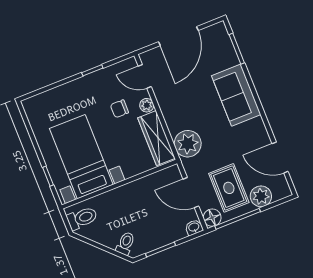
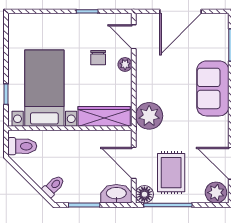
chair: (119, 109) -> (98, 58), turned -90
wardrobe: (156, 138) -> (104, 116), moved, turned 90
plant: (261, 196) -> (216, 193), moved
washbasin: (194, 227) -> (116, 194), width x1.91, depth x1.45

